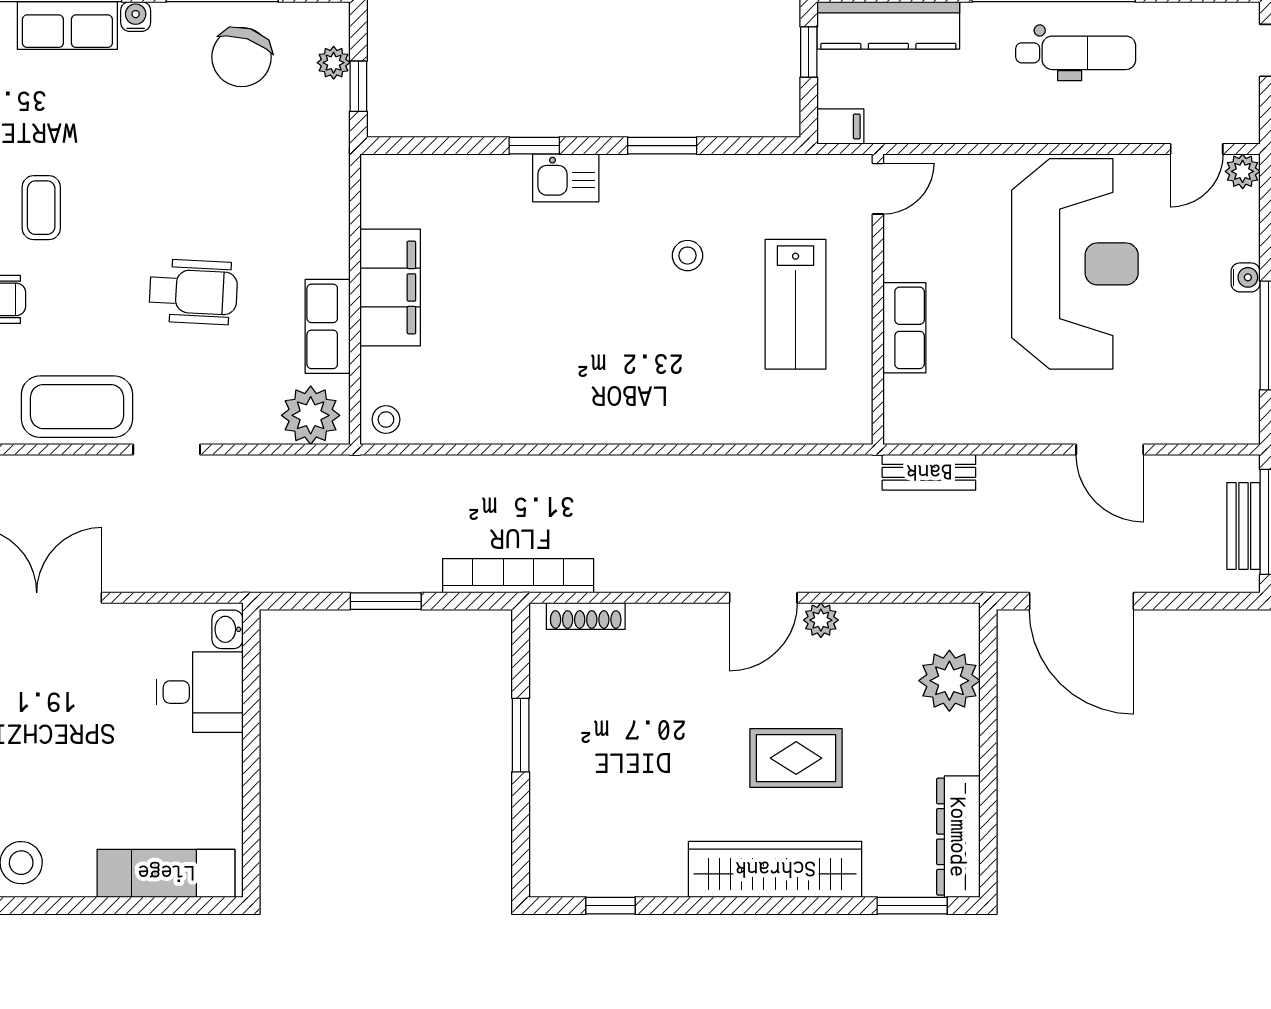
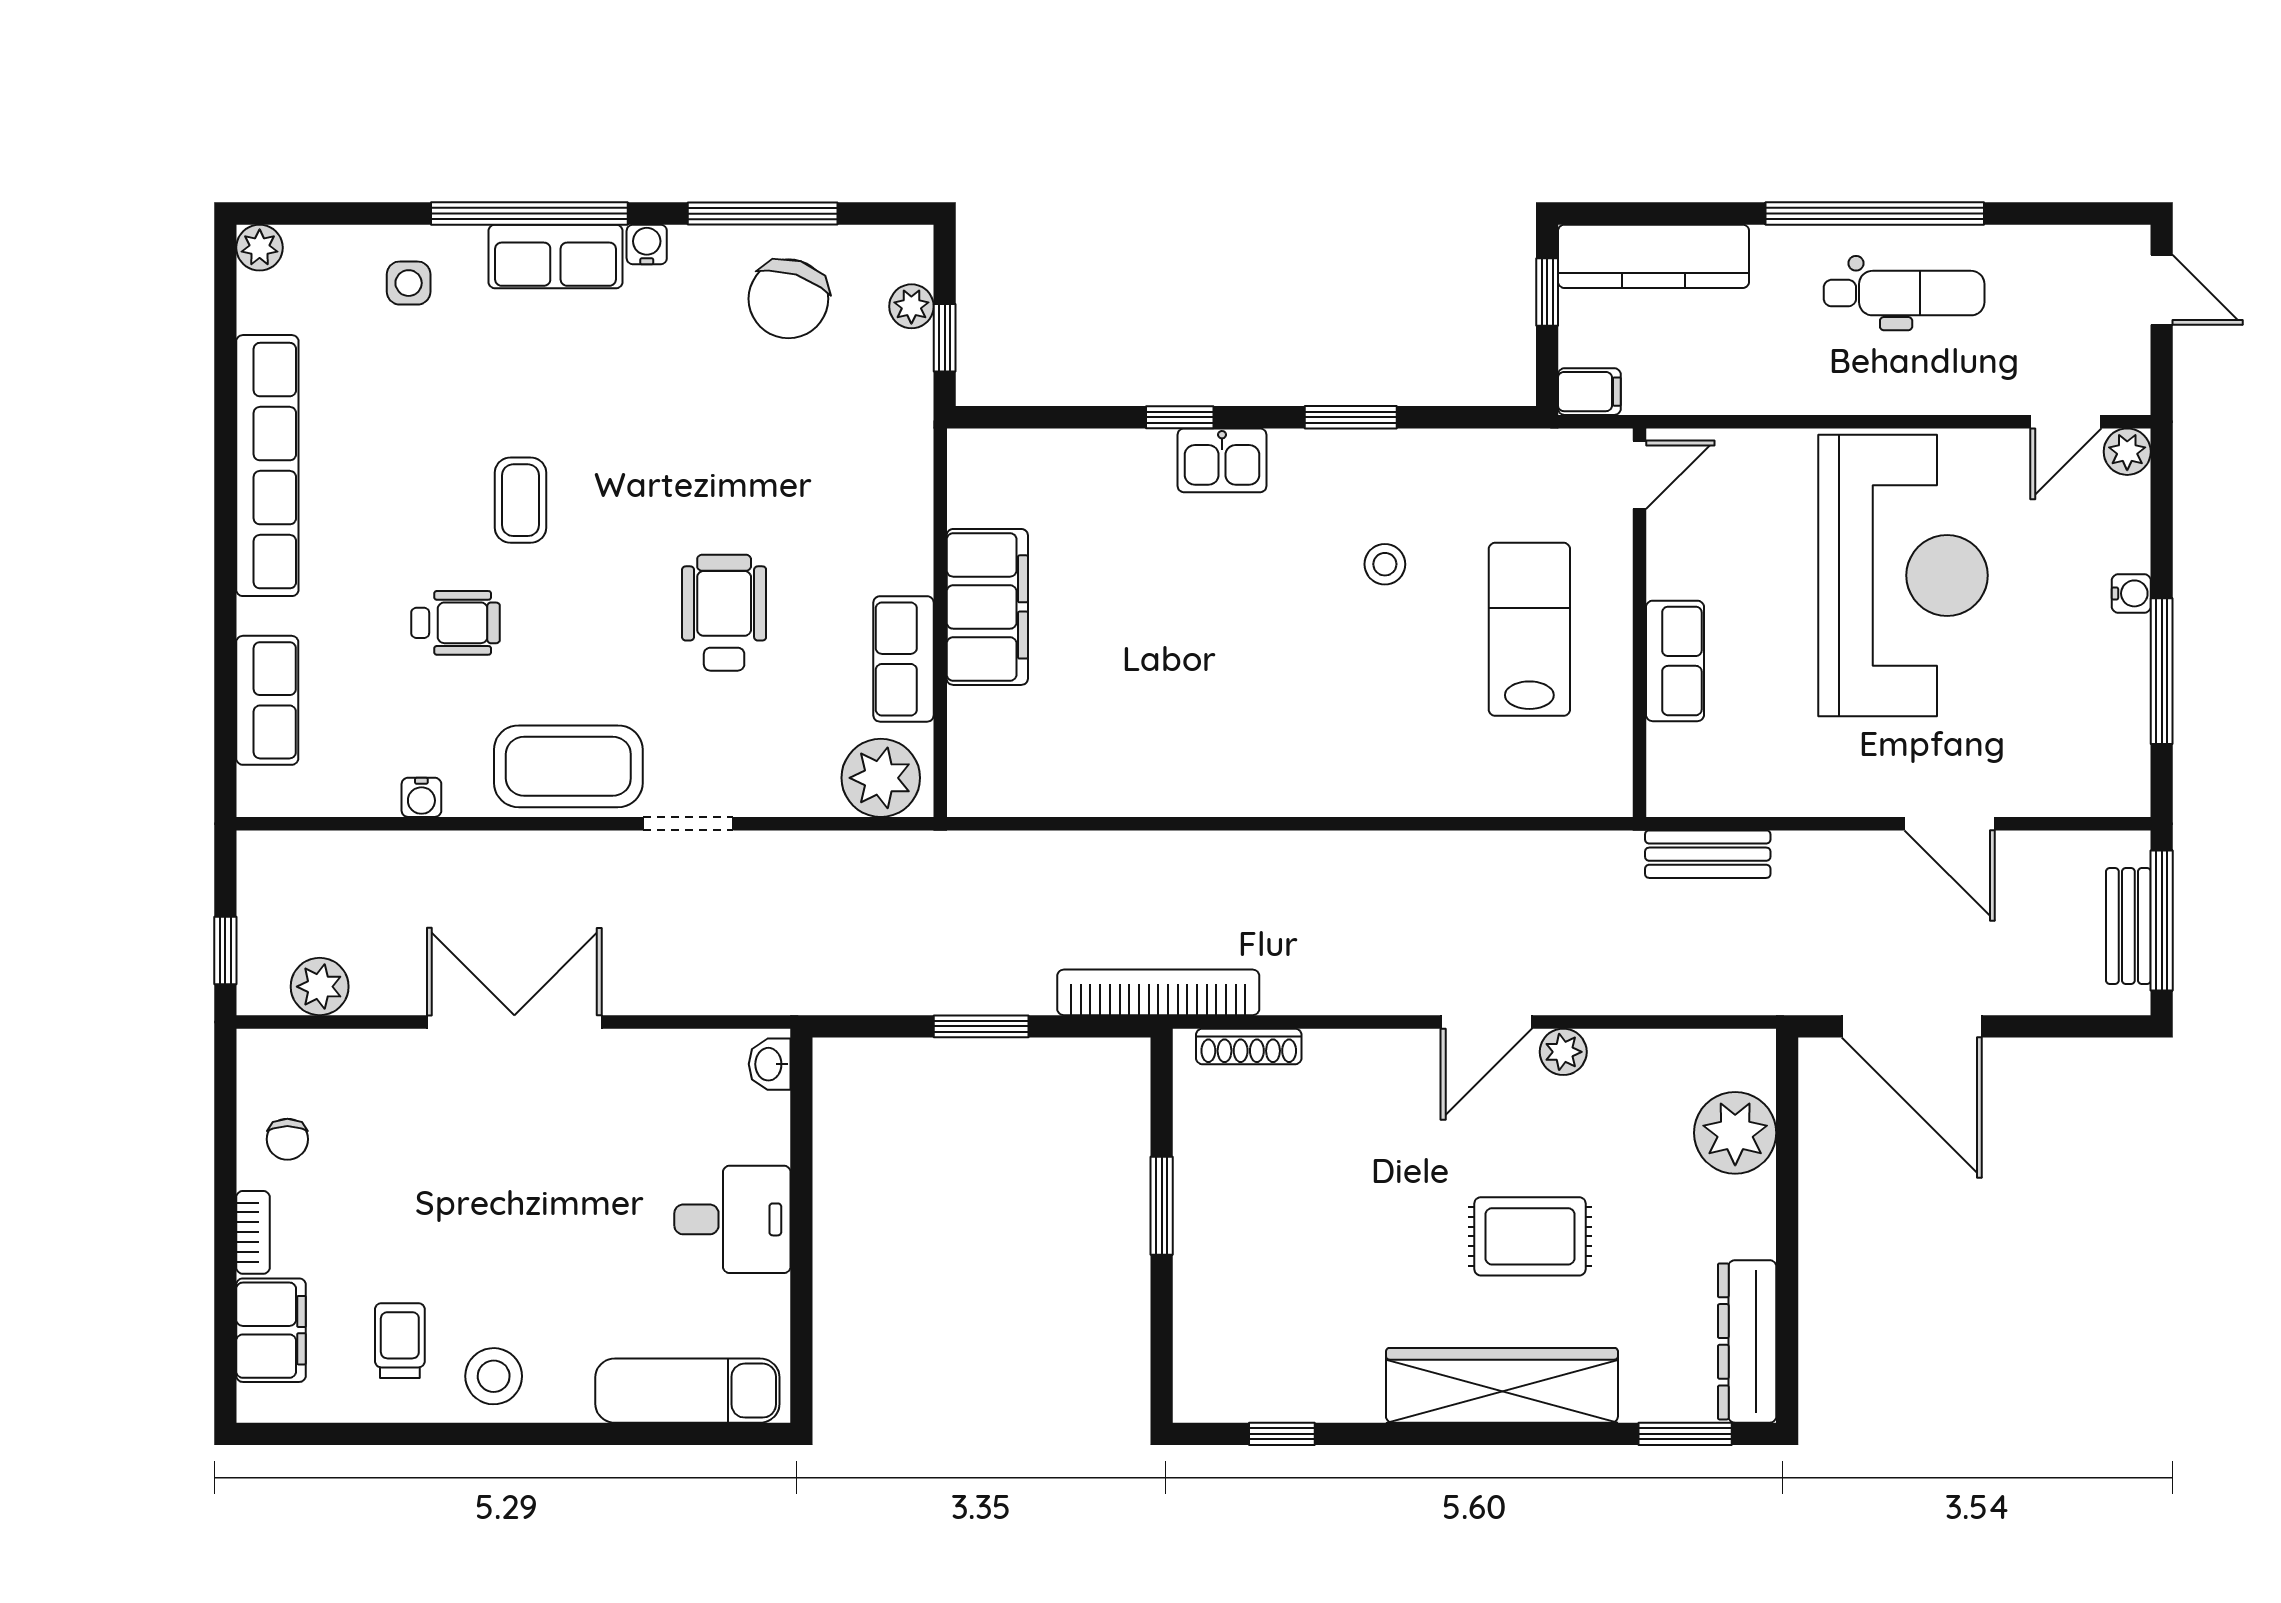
wheelchair: (193, 292) -> (724, 613), turned -93
lab bench: (796, 304) -> (1529, 629), turned 180
stool: (386, 419) -> (982, 784), removed
desk: (200, 692) -> (732, 1219), moved

